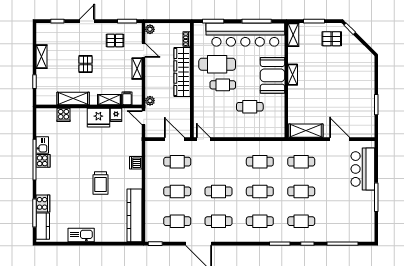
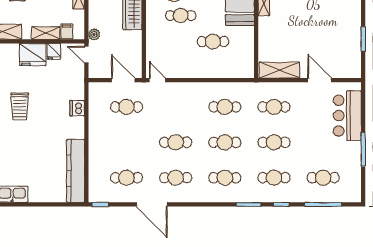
trolley: (100, 183) -> (20, 106), moved
cafe table: (177, 191) -> (323, 178), moved

